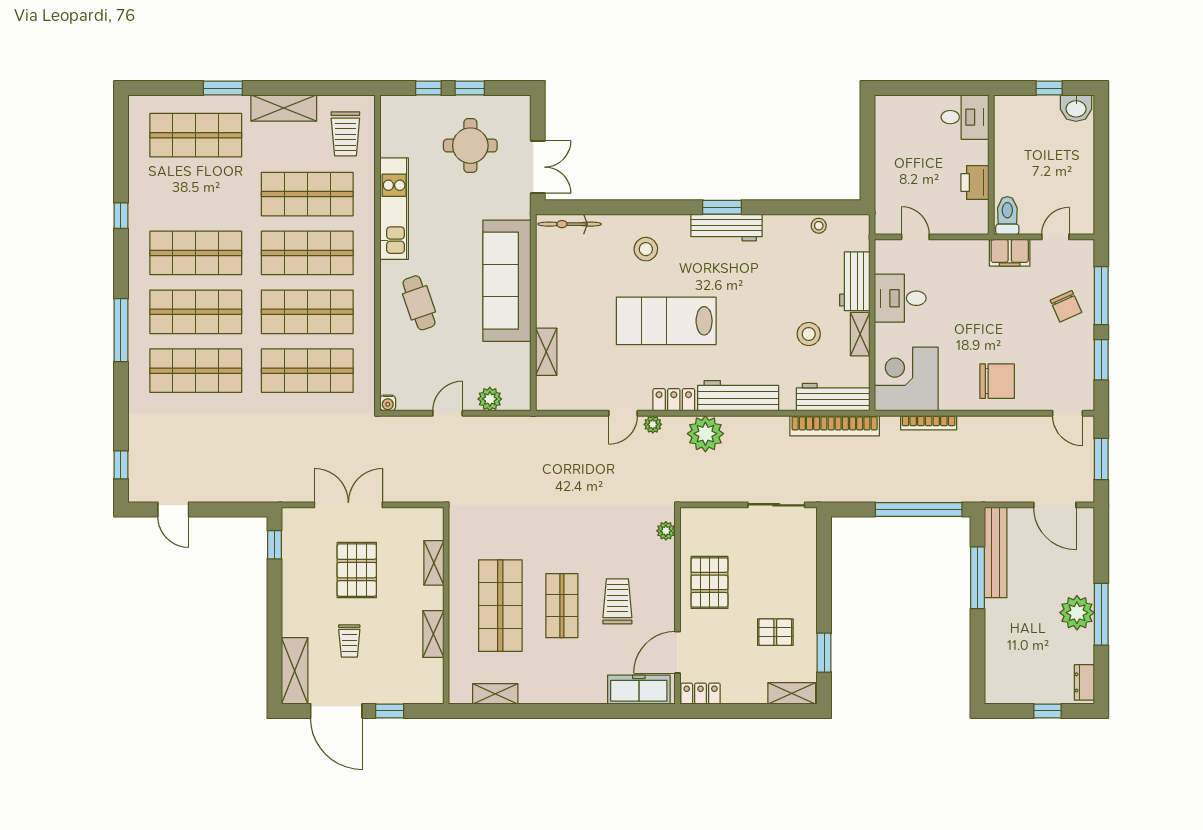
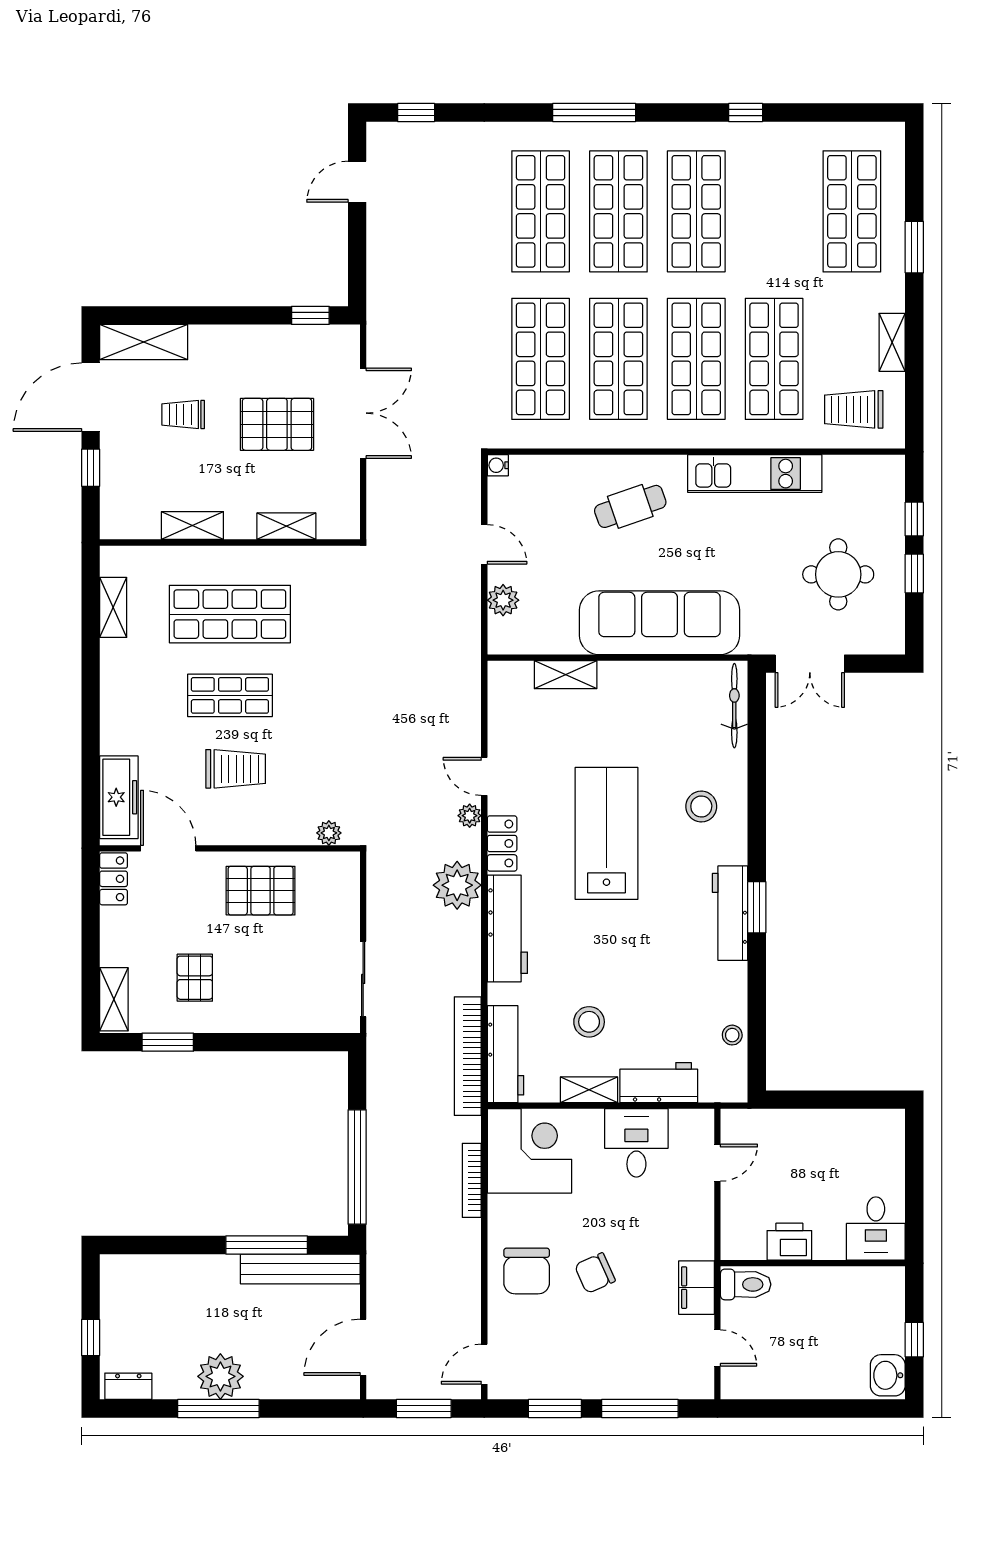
shelving: (284, 108) -> (892, 342), width x0.67, depth x0.75
chair: (1066, 306) -> (595, 1273), moved

